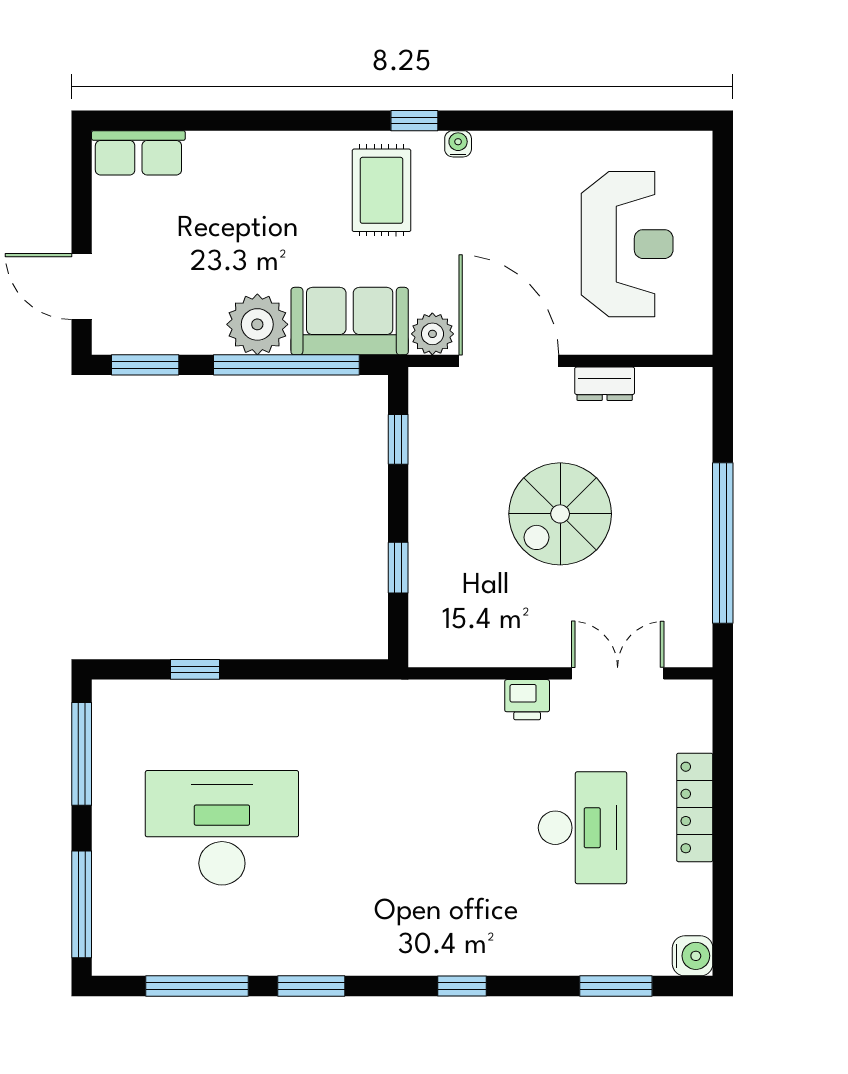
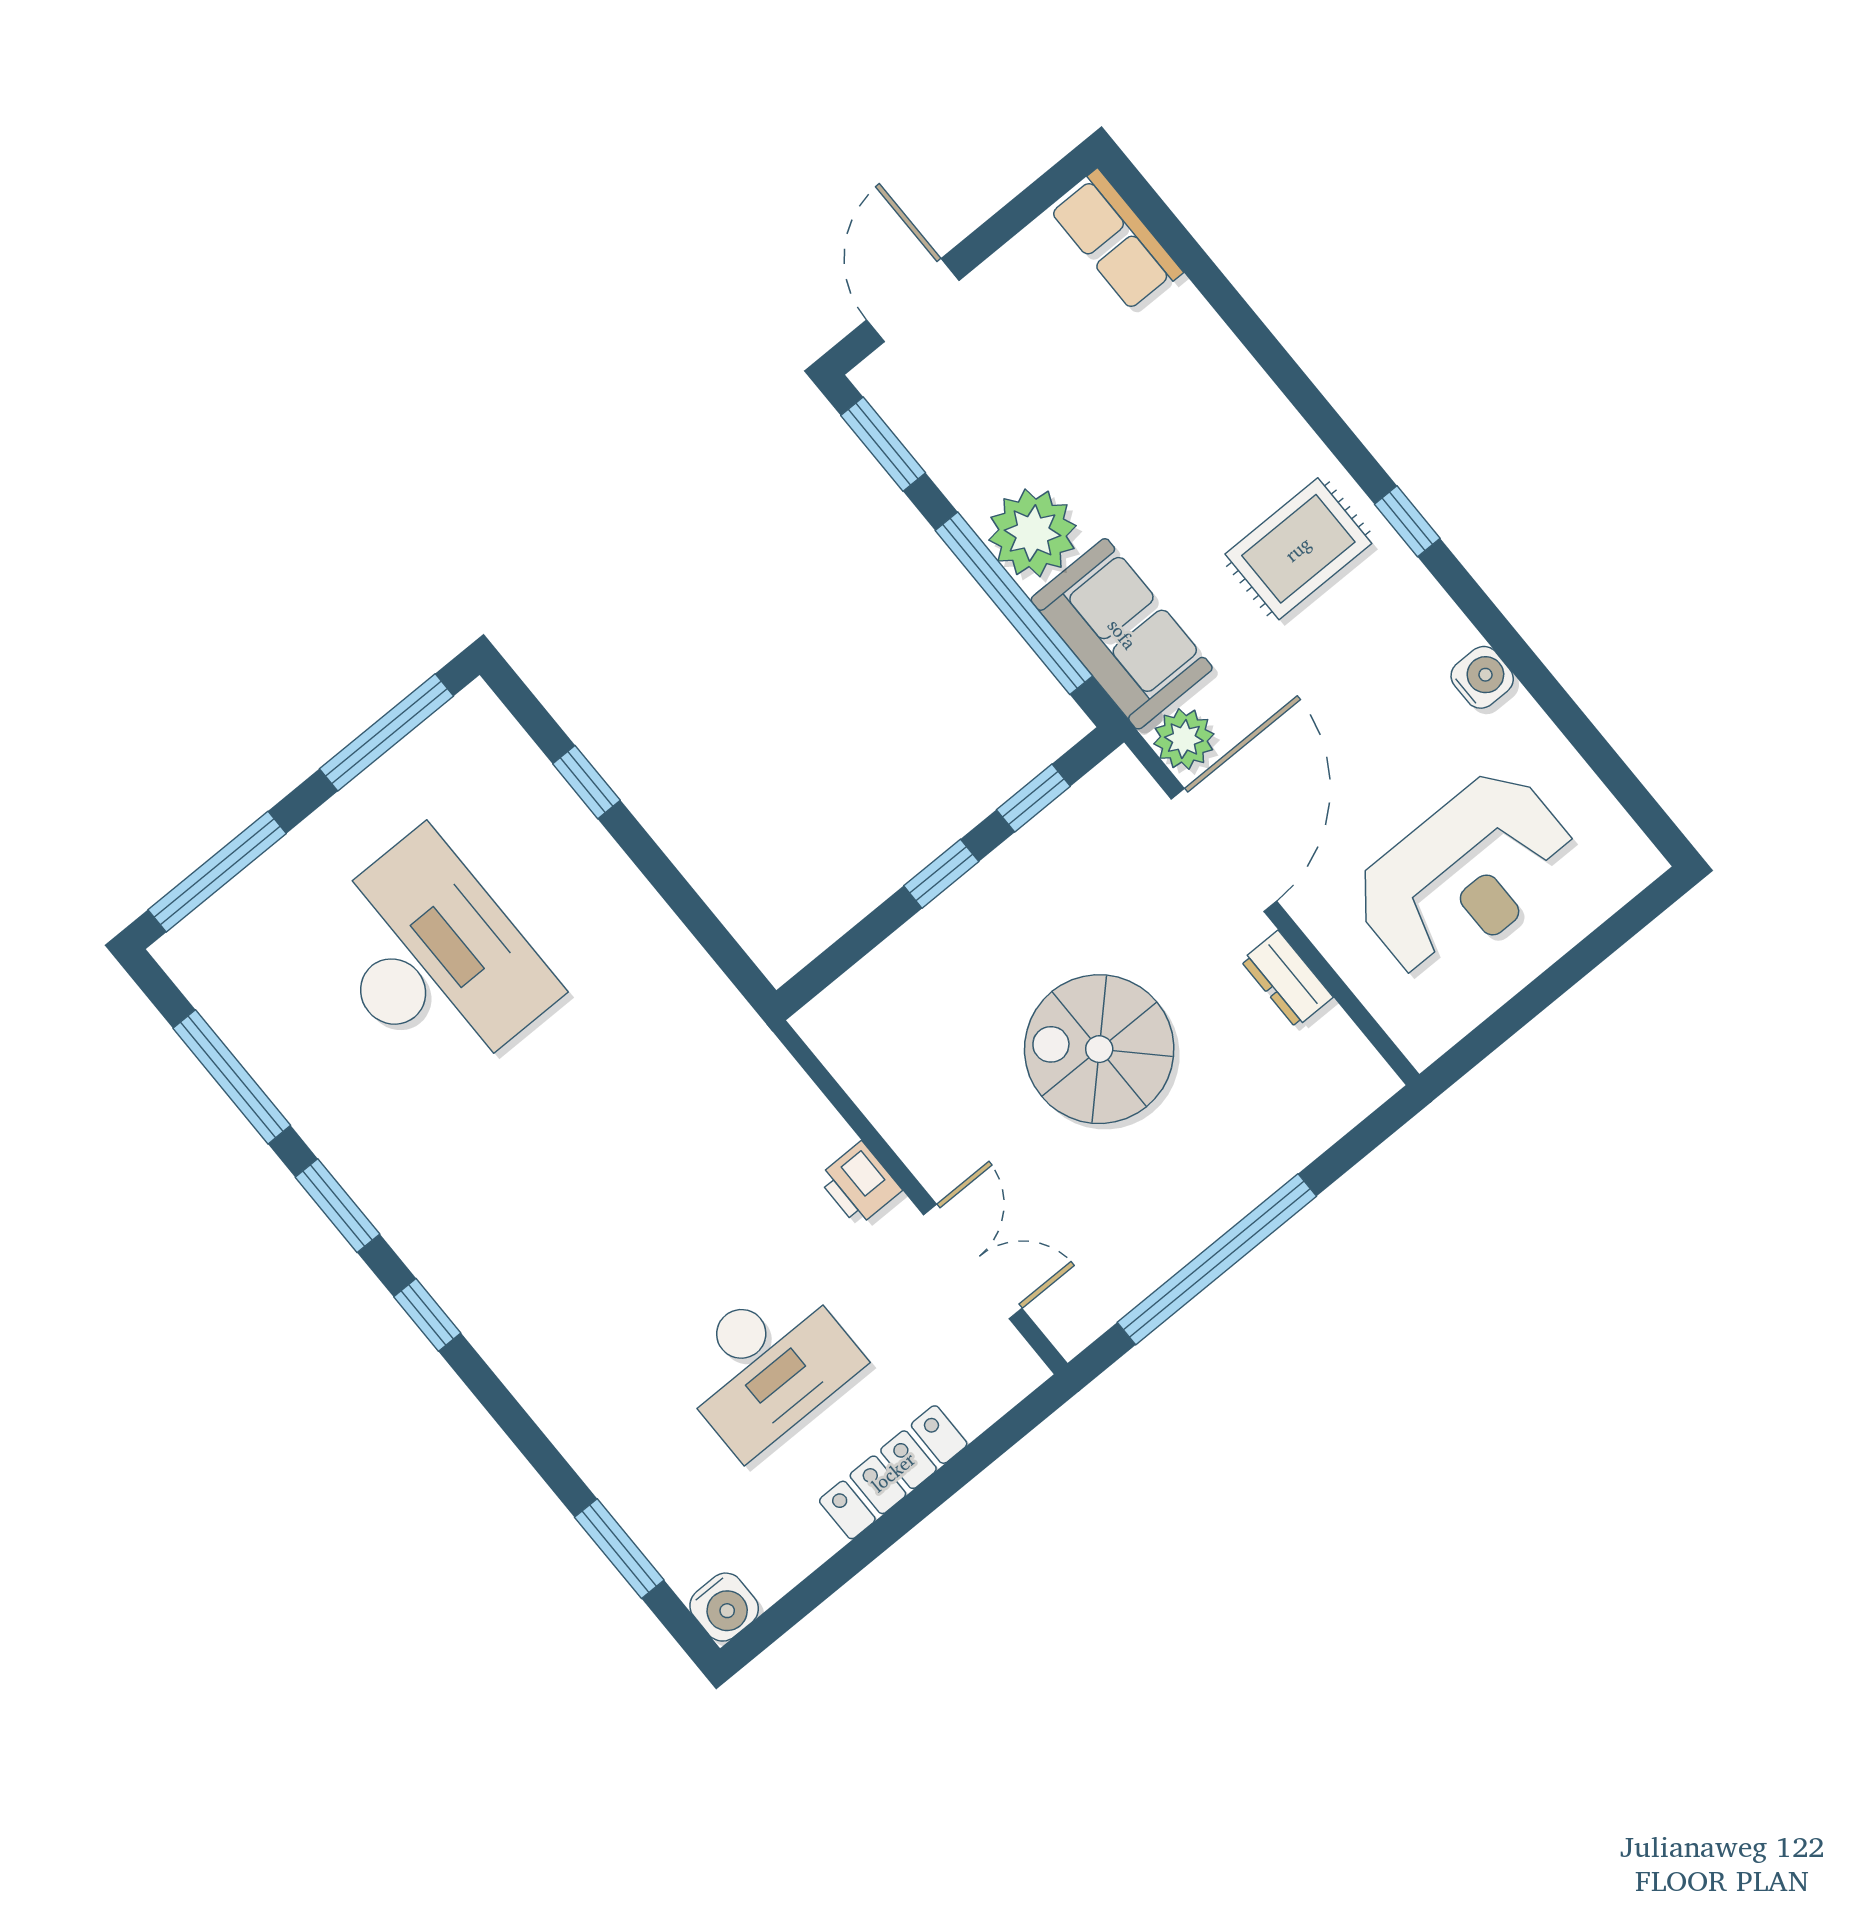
water cooler: (458, 144) -> (1482, 677), moved, width x1.38, depth x1.38
window: (398, 568) -> (941, 874), moved
window: (462, 986) -> (427, 1315), moved

